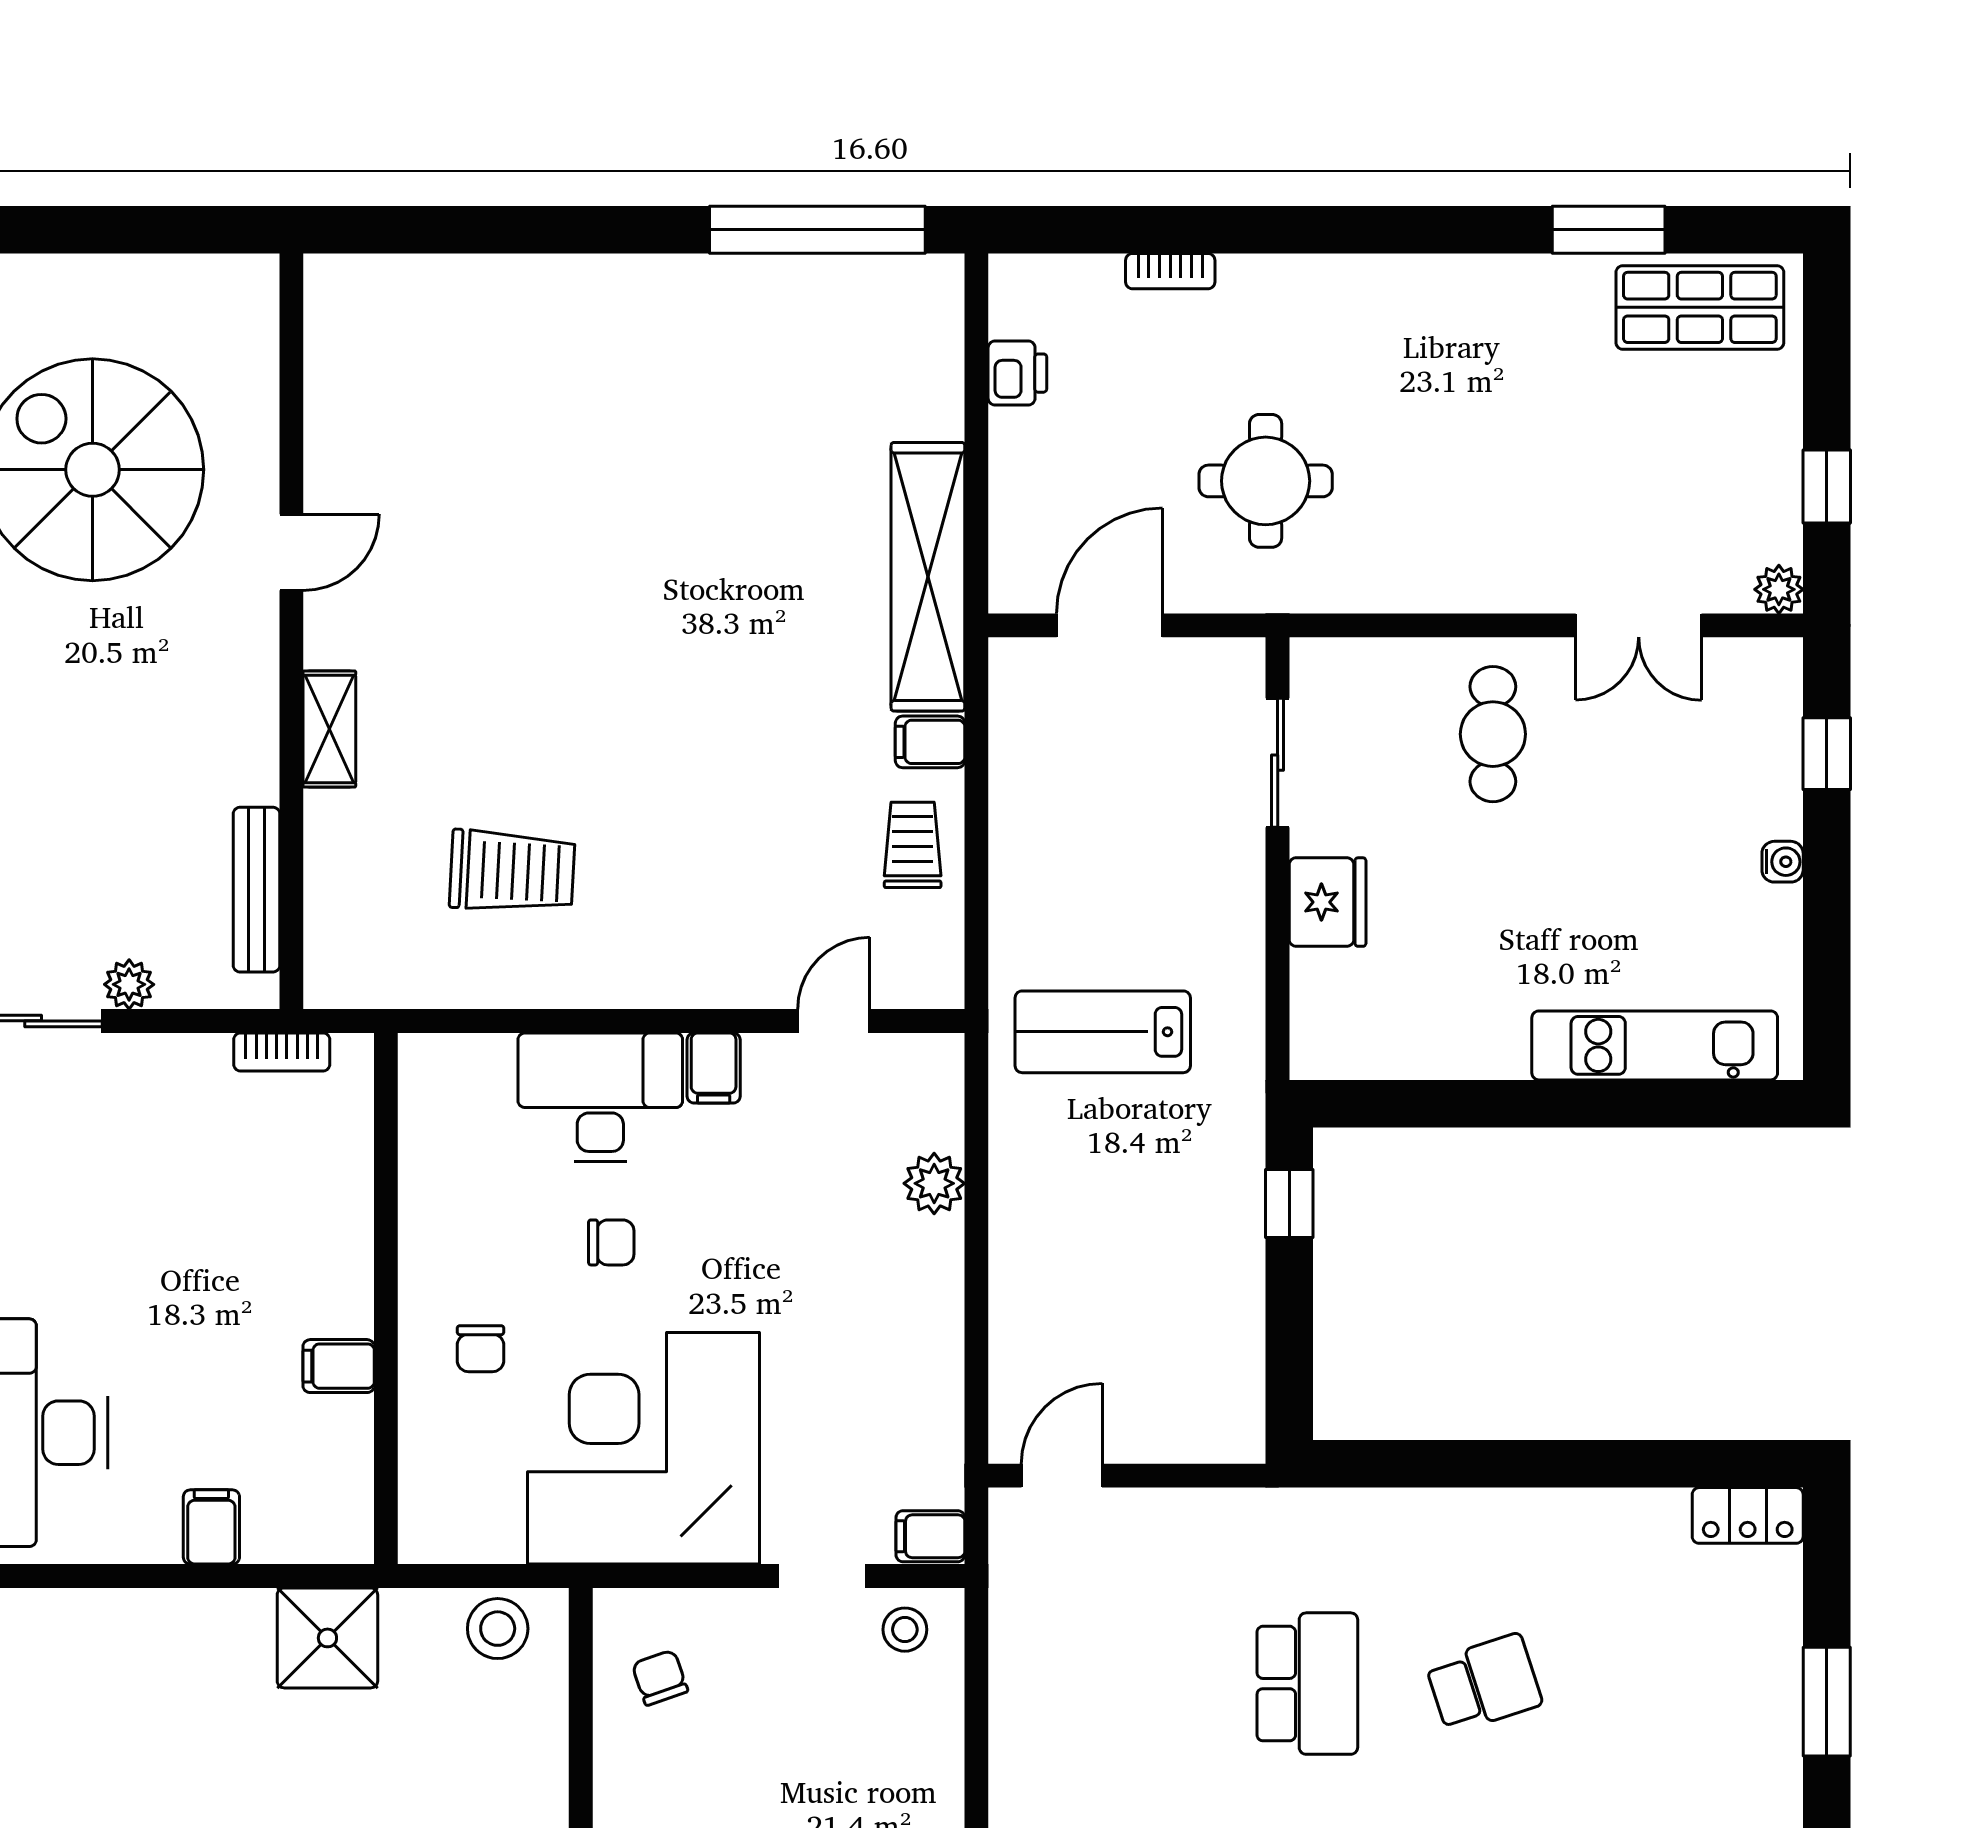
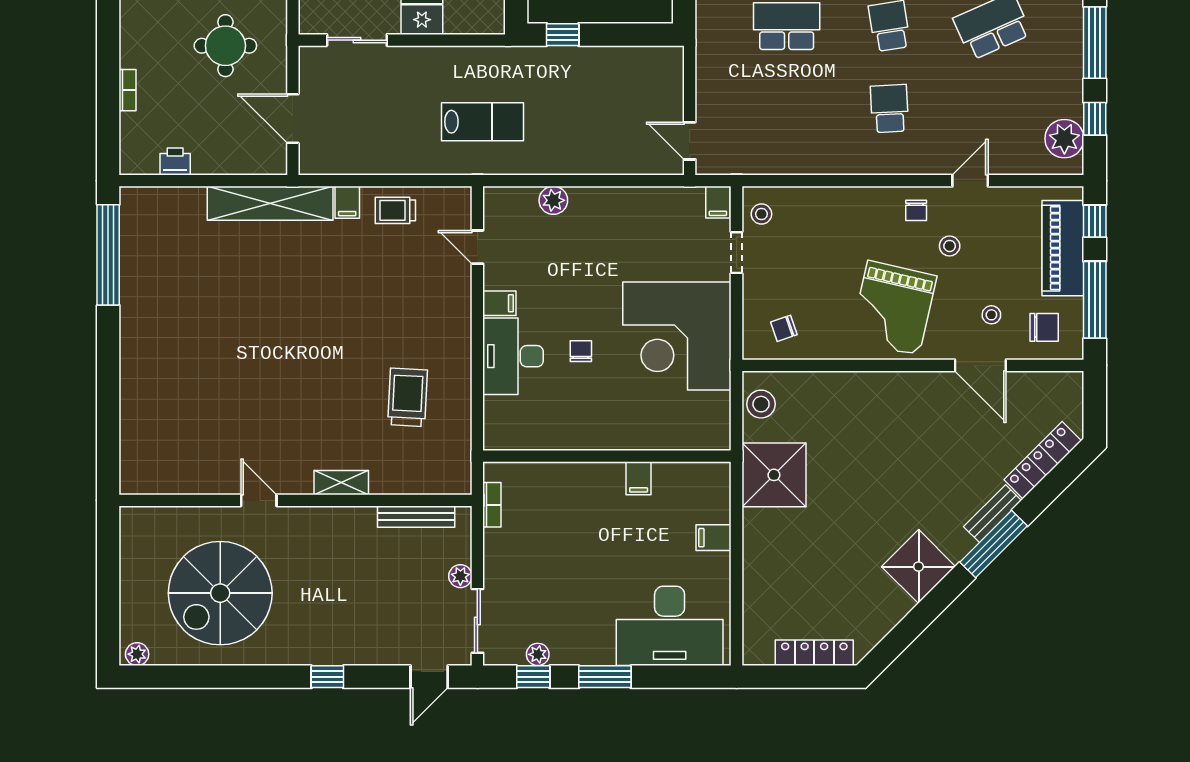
lab bench: (1103, 1032) -> (483, 122), turned -90
chair: (480, 1349) -> (630, 412), removed
shower: (327, 1638) -> (774, 475), width x1.37, depth x1.37

